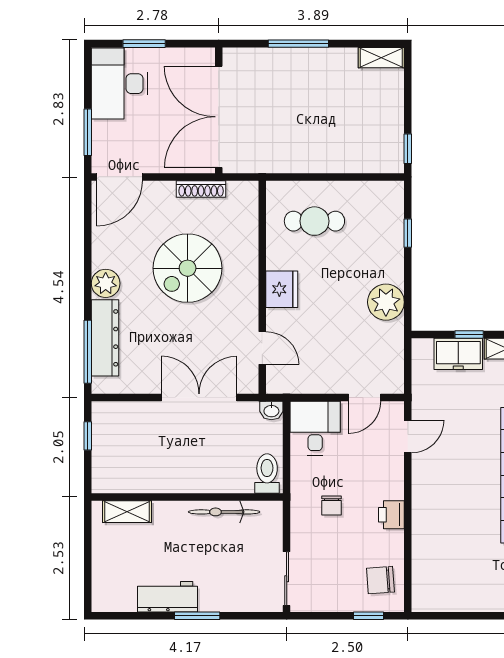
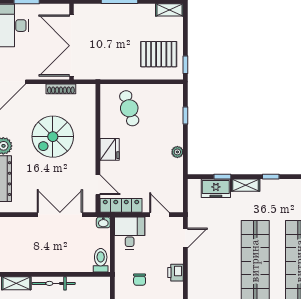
pallet: (363, 131) -> (159, 54), added
cafe table: (314, 221) -> (129, 108), turned 74
plant: (386, 302) -> (177, 152), width x0.53, depth x0.53
locker: (301, 382) -> (121, 205), added
door: (364, 398) -> (159, 215), swing flipped
bicycle: (224, 512) -> (54, 283), moved
printer: (391, 515) -> (176, 273), moved

